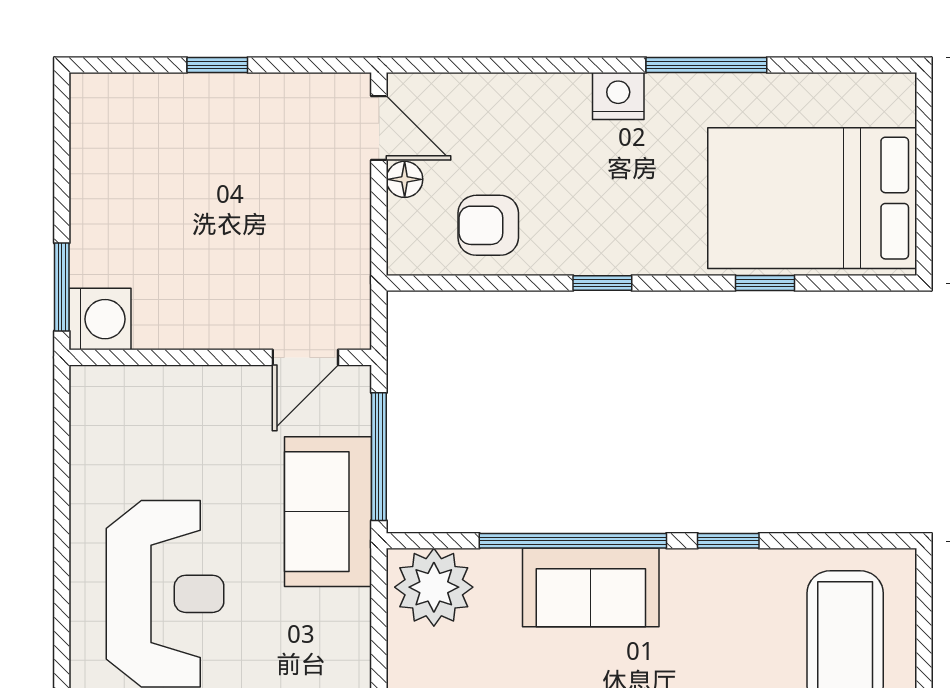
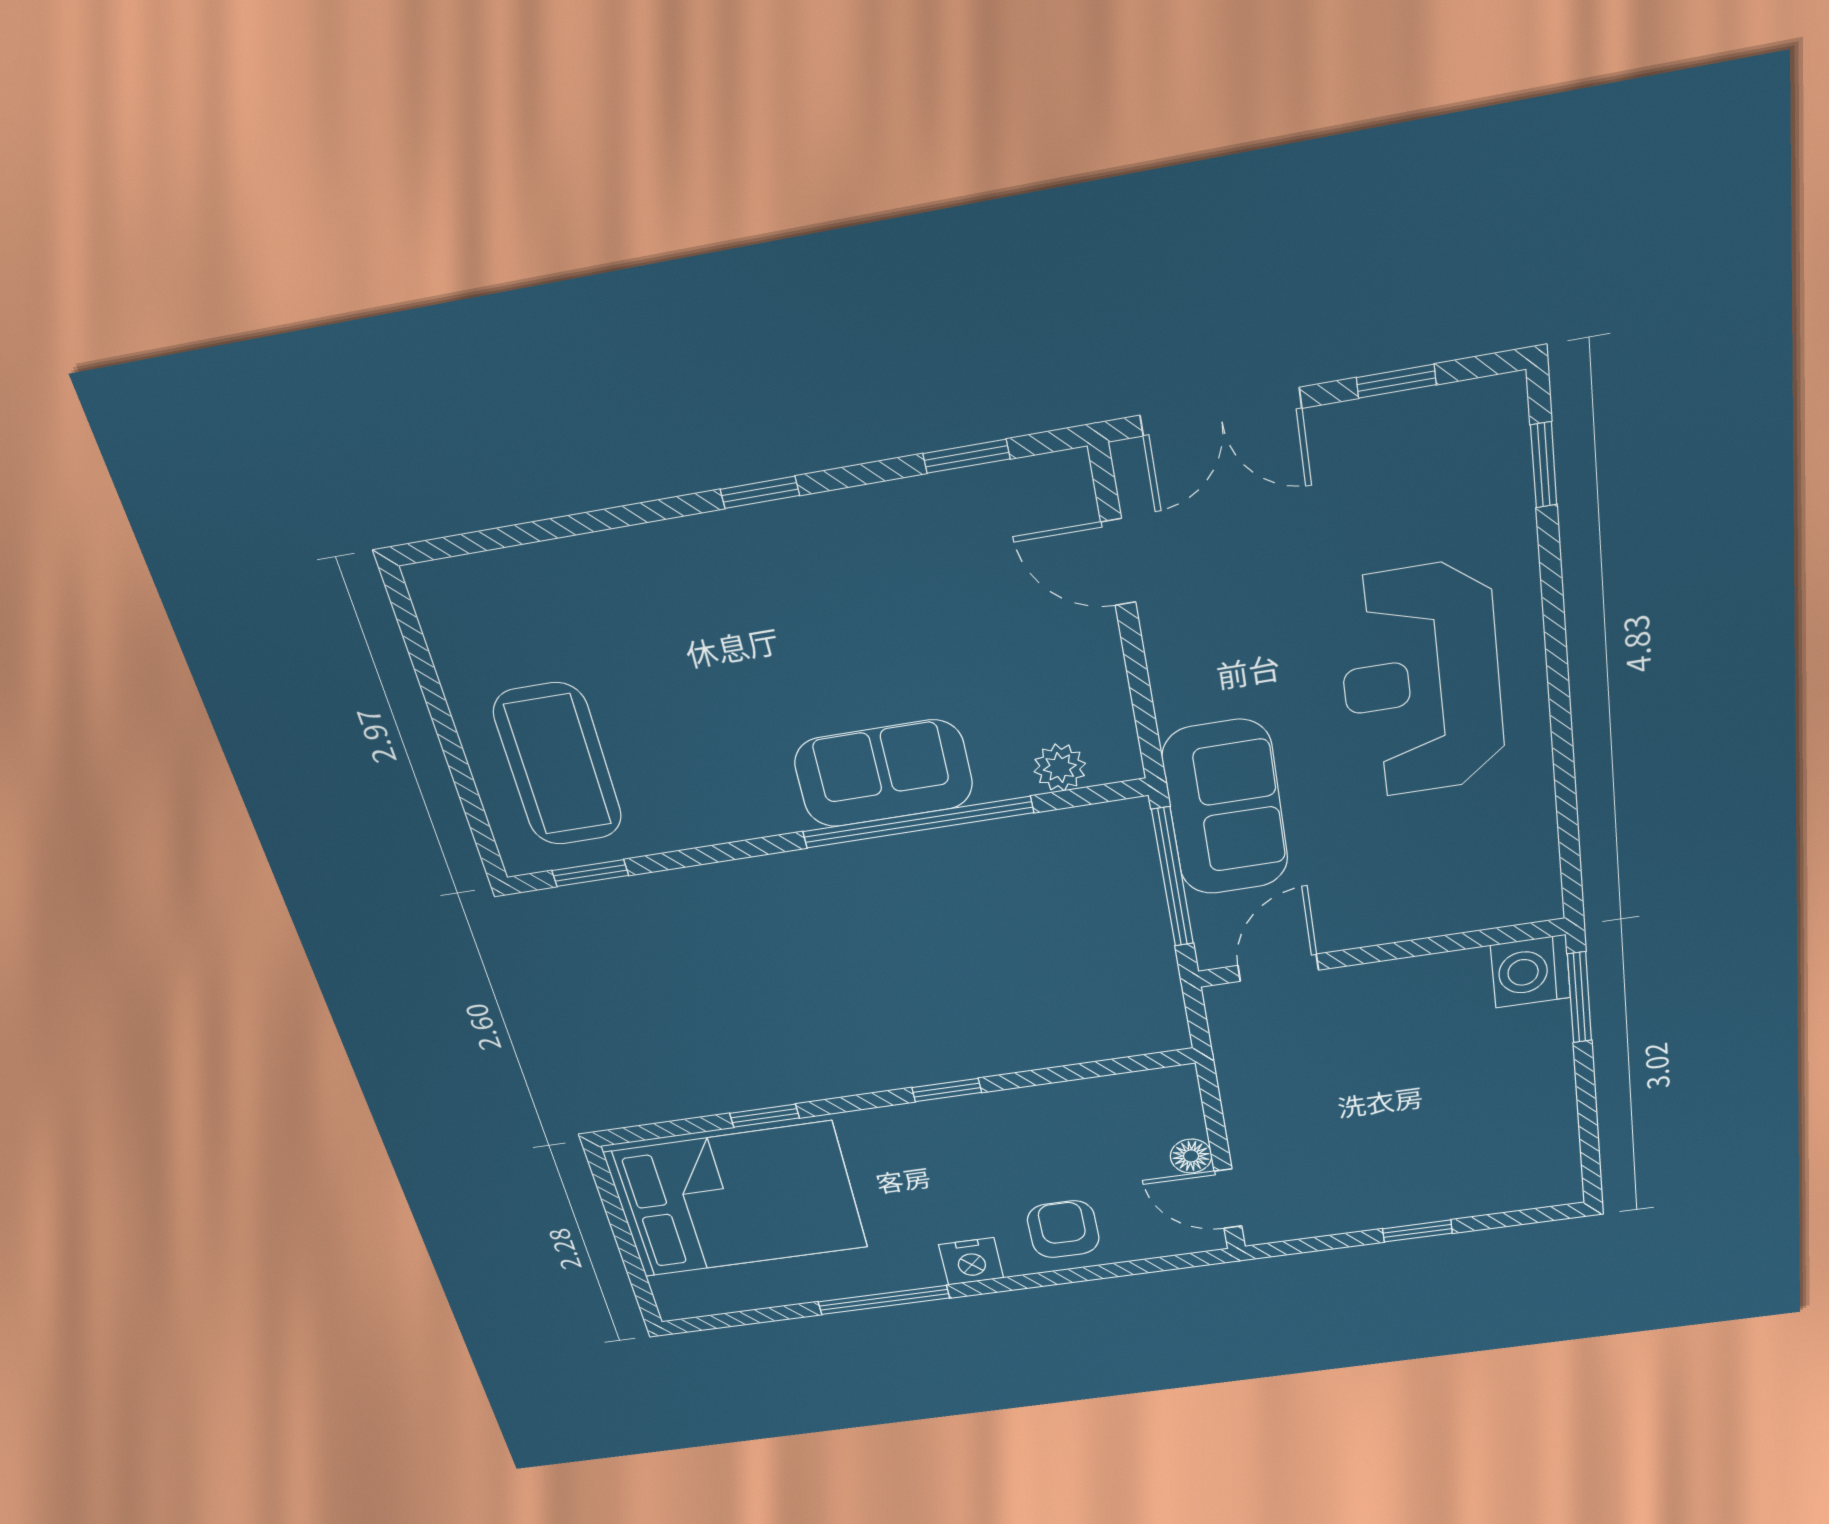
armchair: (488, 225) -> (1063, 1229), moved, turned -90
window: (728, 541) -> (590, 873), moved
plant: (434, 587) -> (1060, 768), width x0.53, depth x0.53

